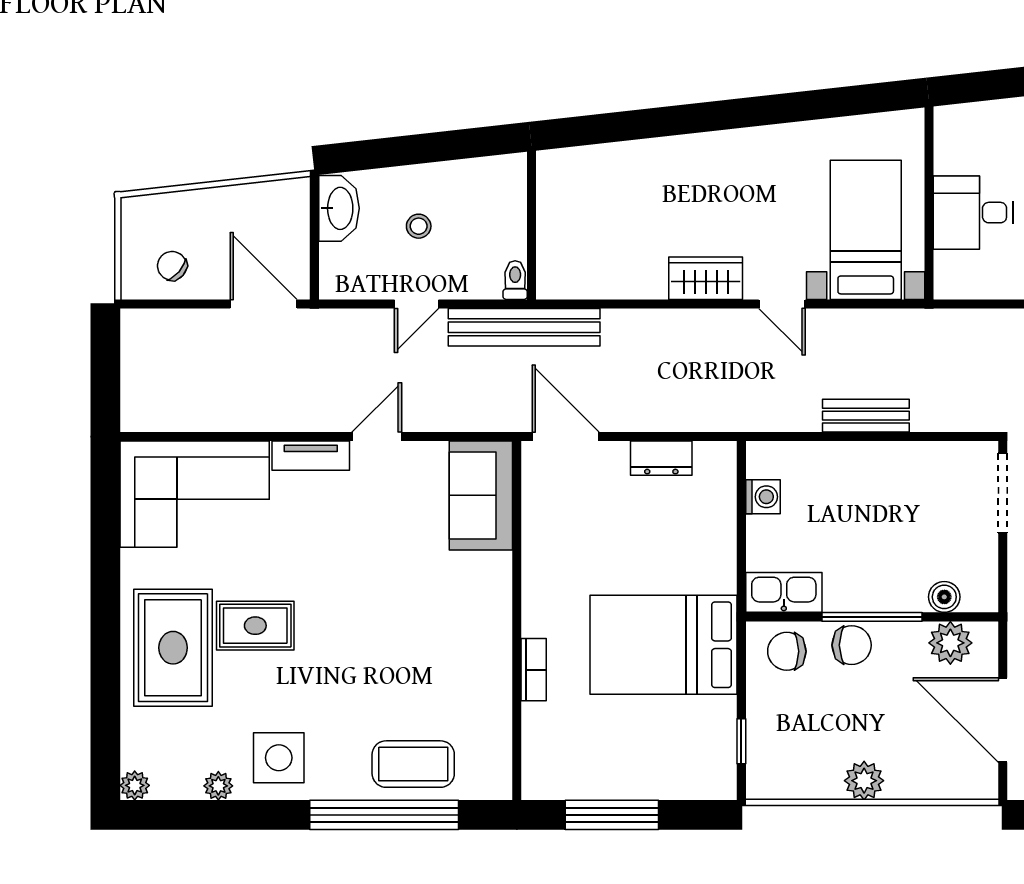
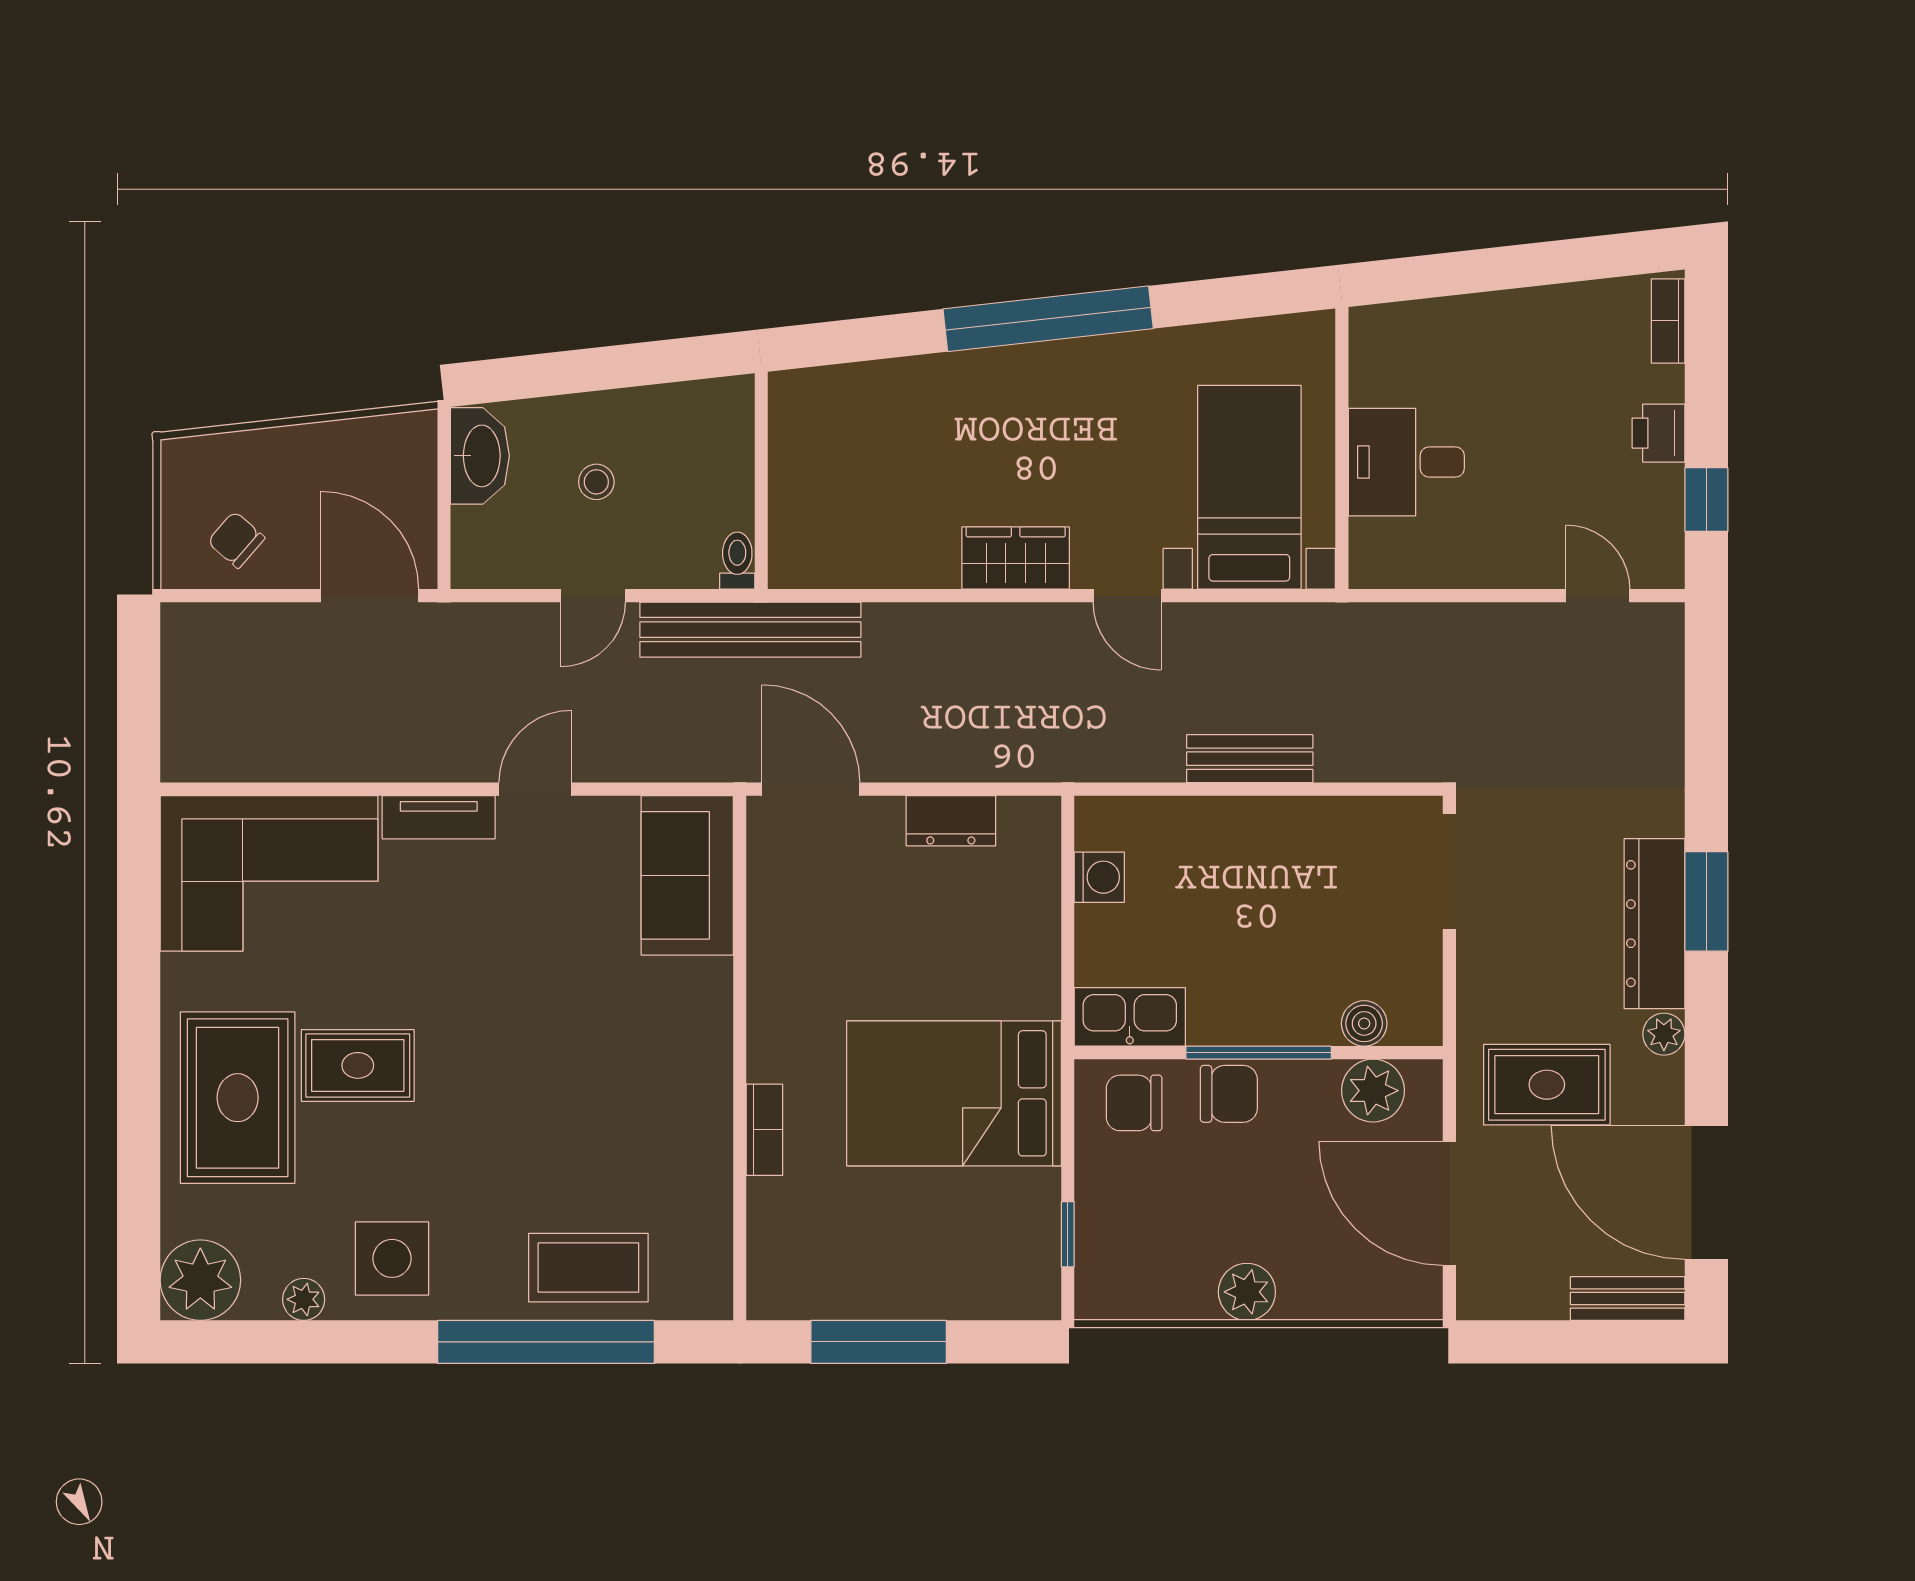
window: (728, 114) -> (1048, 319), added
plant: (135, 785) -> (200, 1280), width x1.88, depth x1.88

